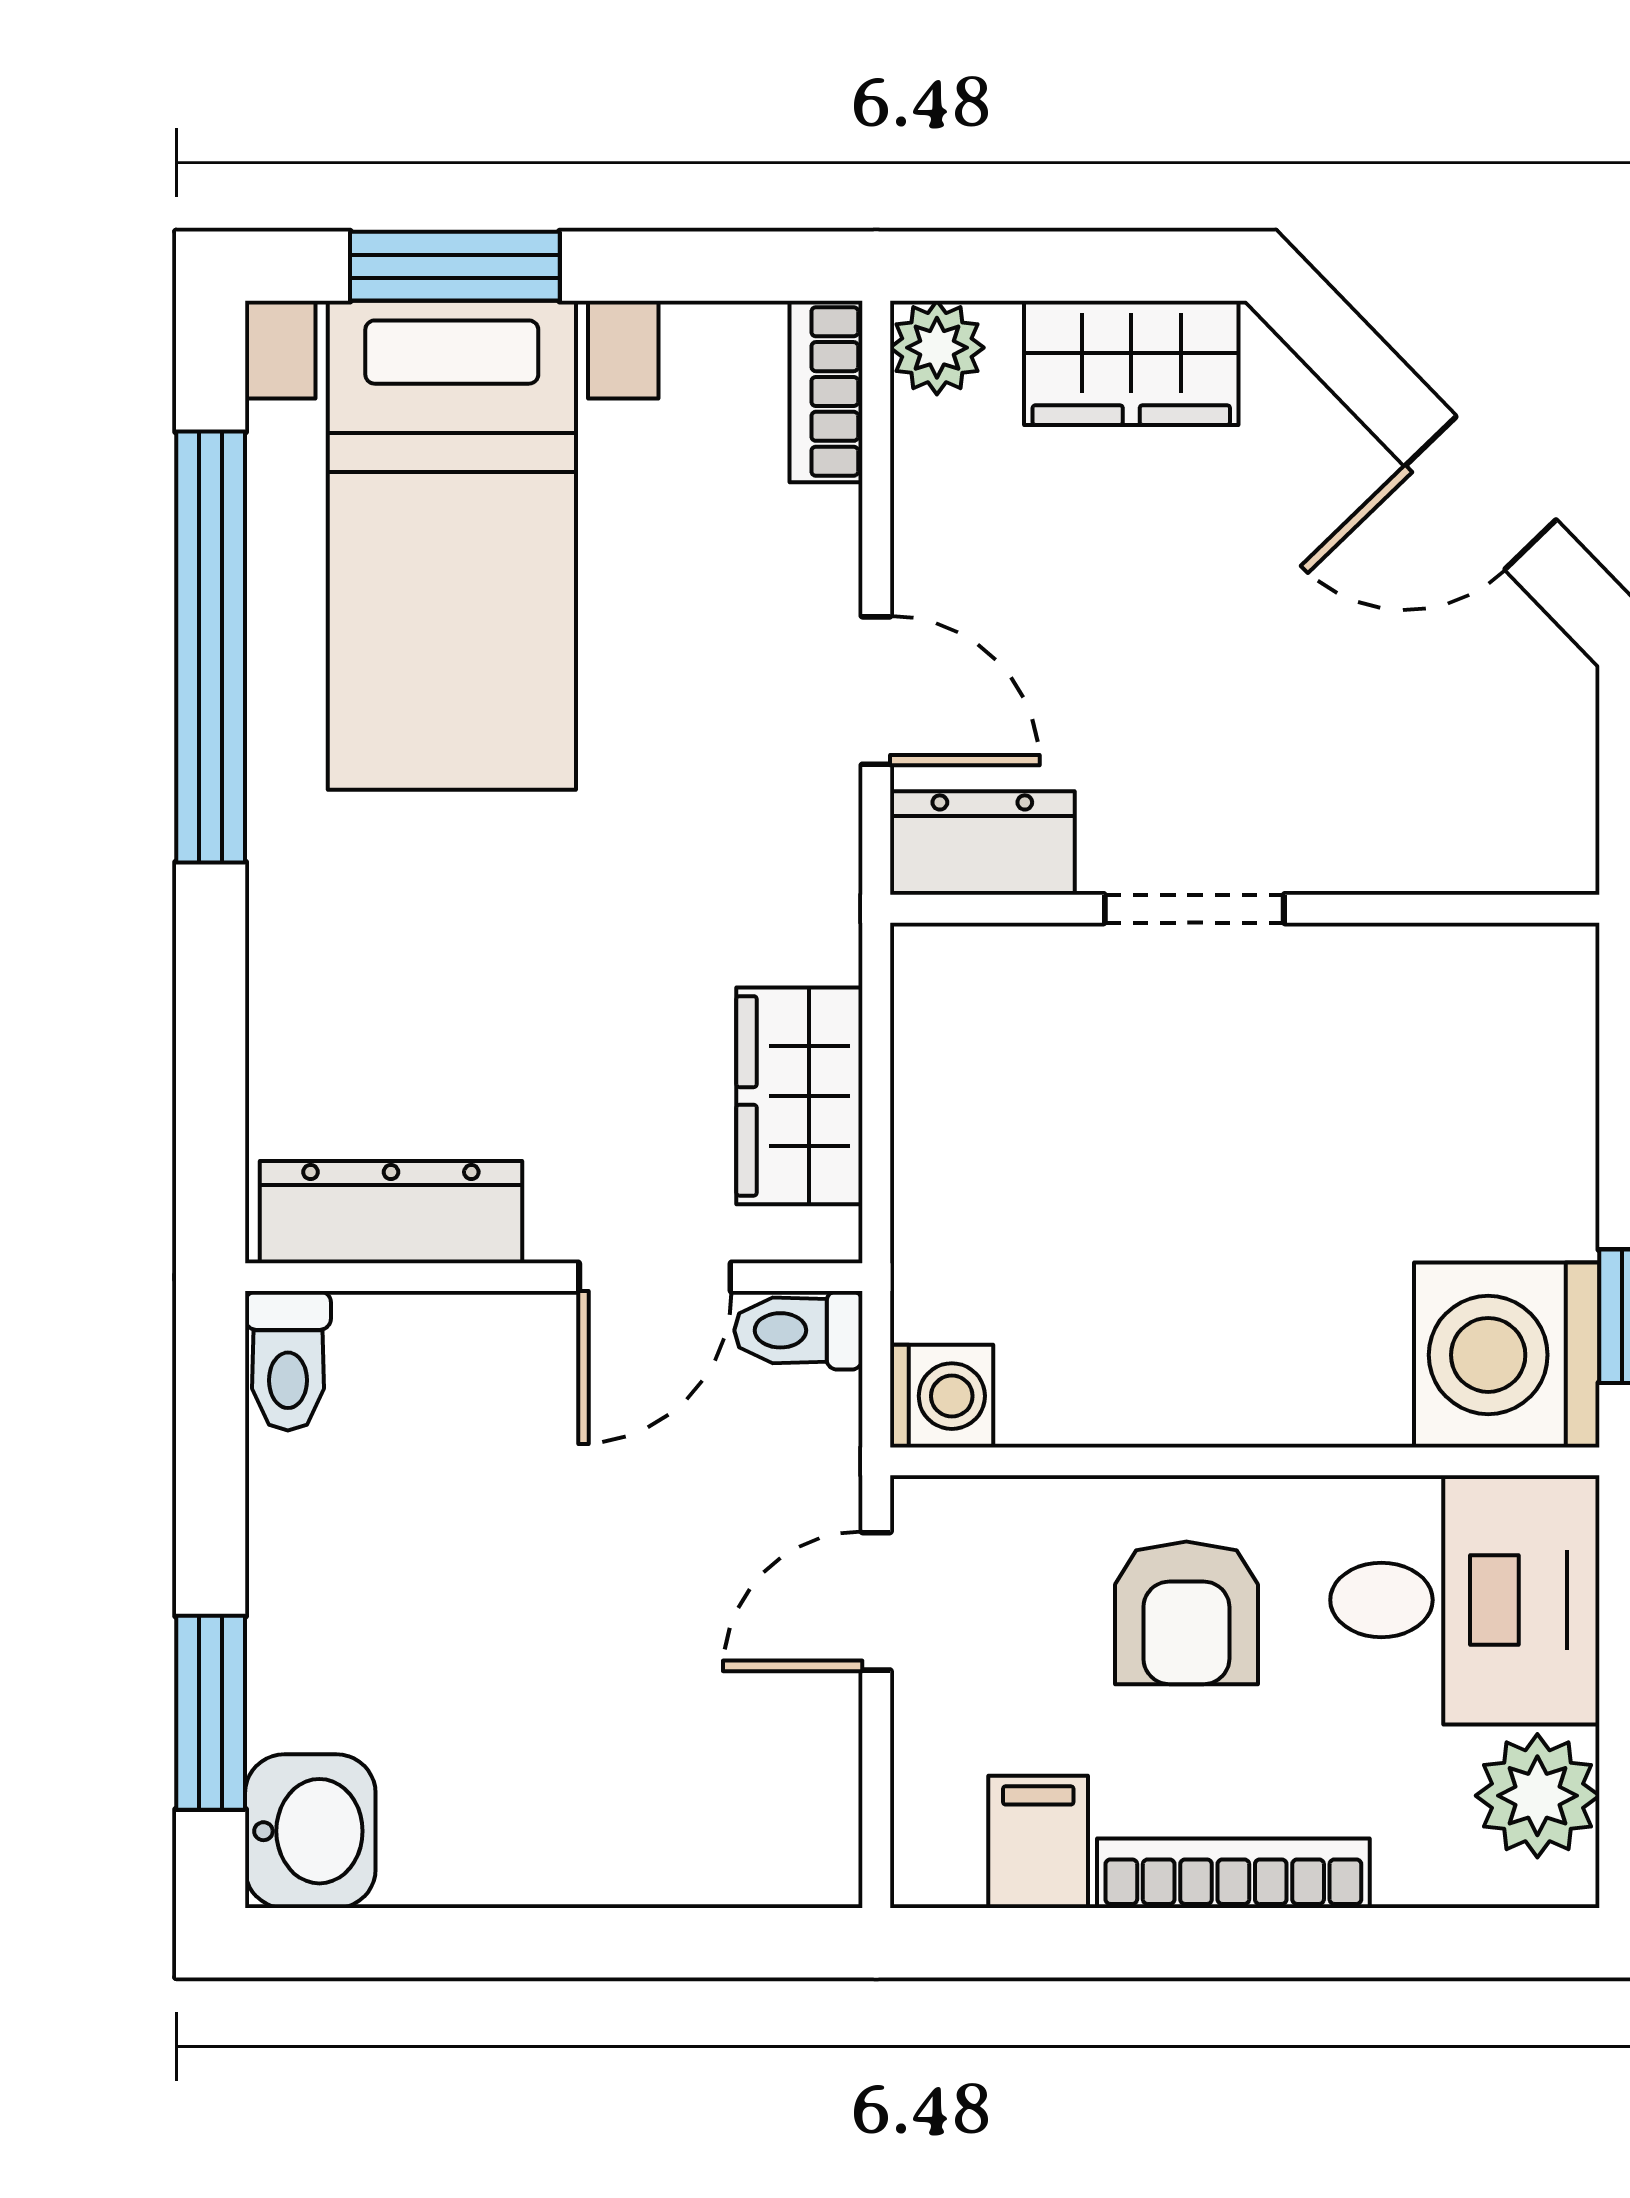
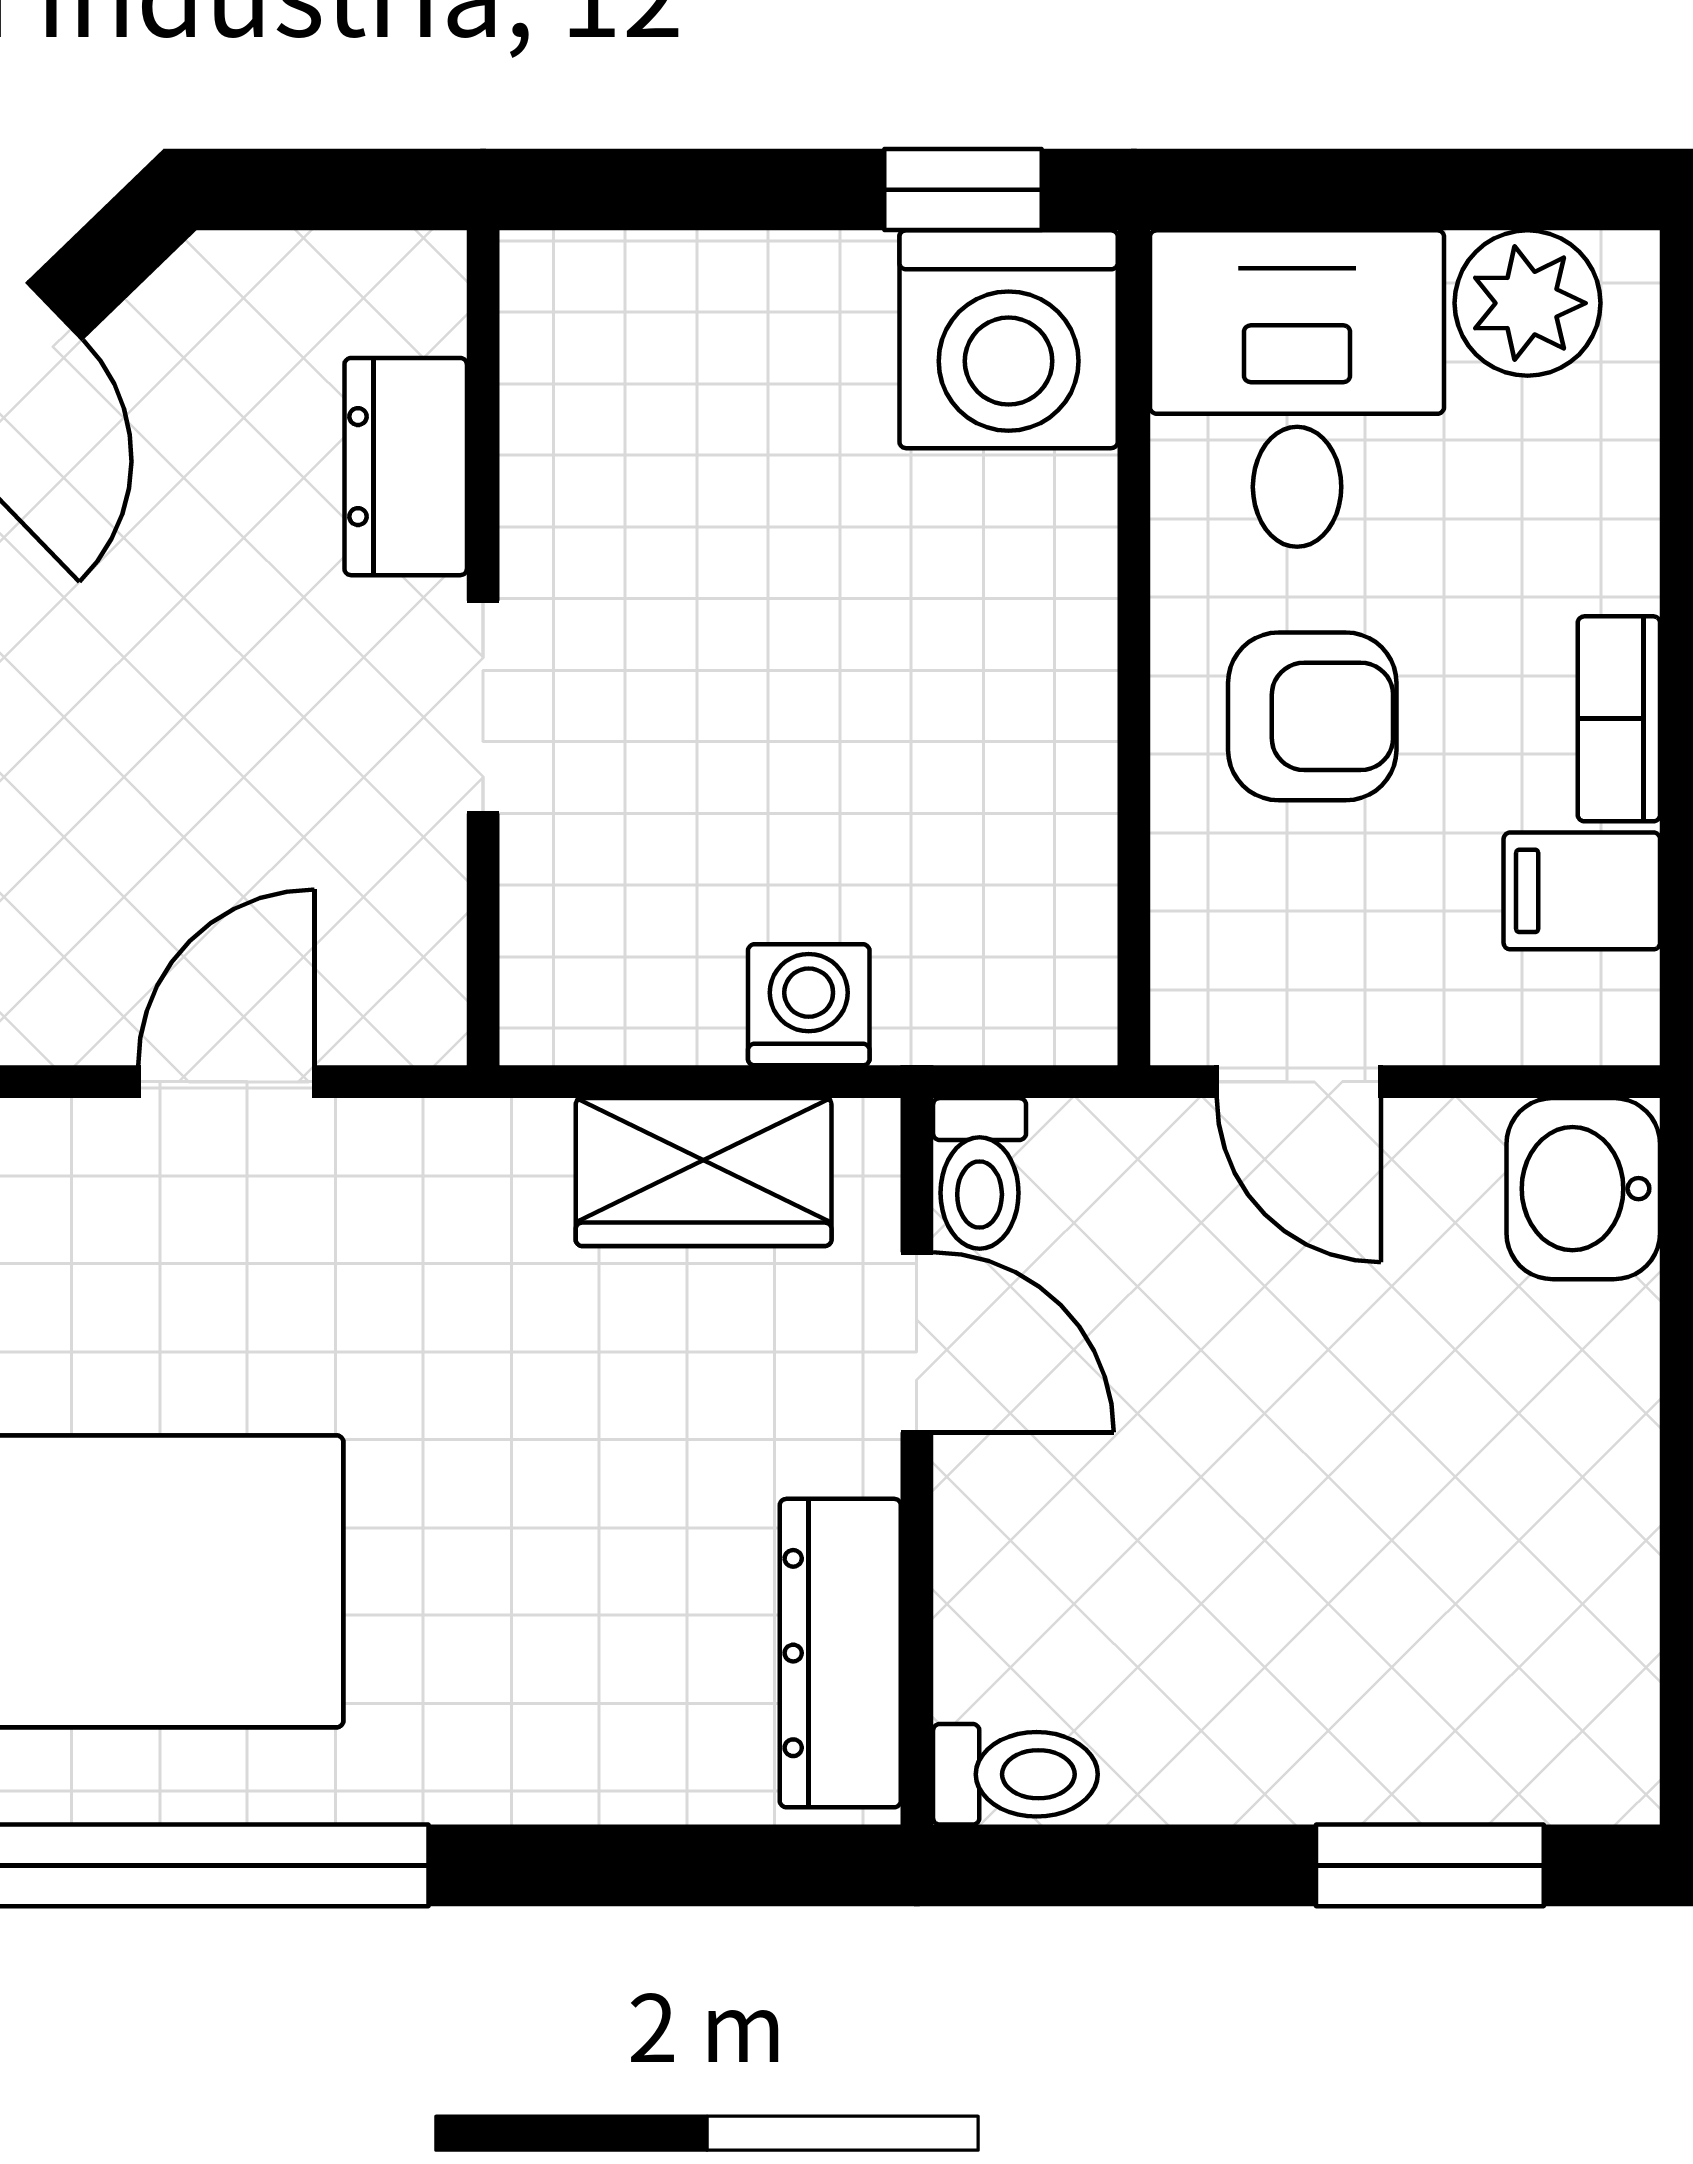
dresser: (982, 843) -> (406, 467), moved
washing machine: (942, 1396) -> (809, 1005), moved
washbasin: (310, 1831) -> (1583, 1189), moved, turned -90
bookcase: (1233, 1873) -> (1619, 719), width x0.64

